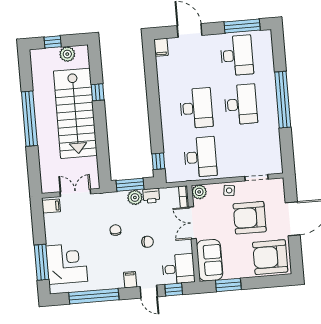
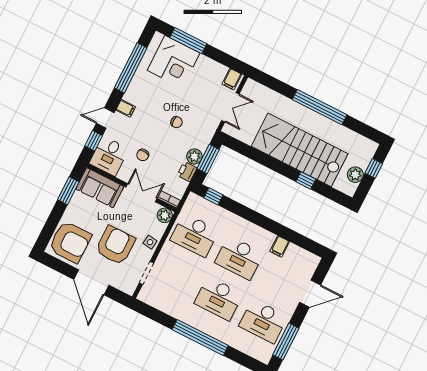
filing cabinet: (161, 47) -> (280, 246), moved, turned -90
chair: (147, 242) -> (143, 155), moved
armchair: (270, 257) -> (70, 242), turned 90

